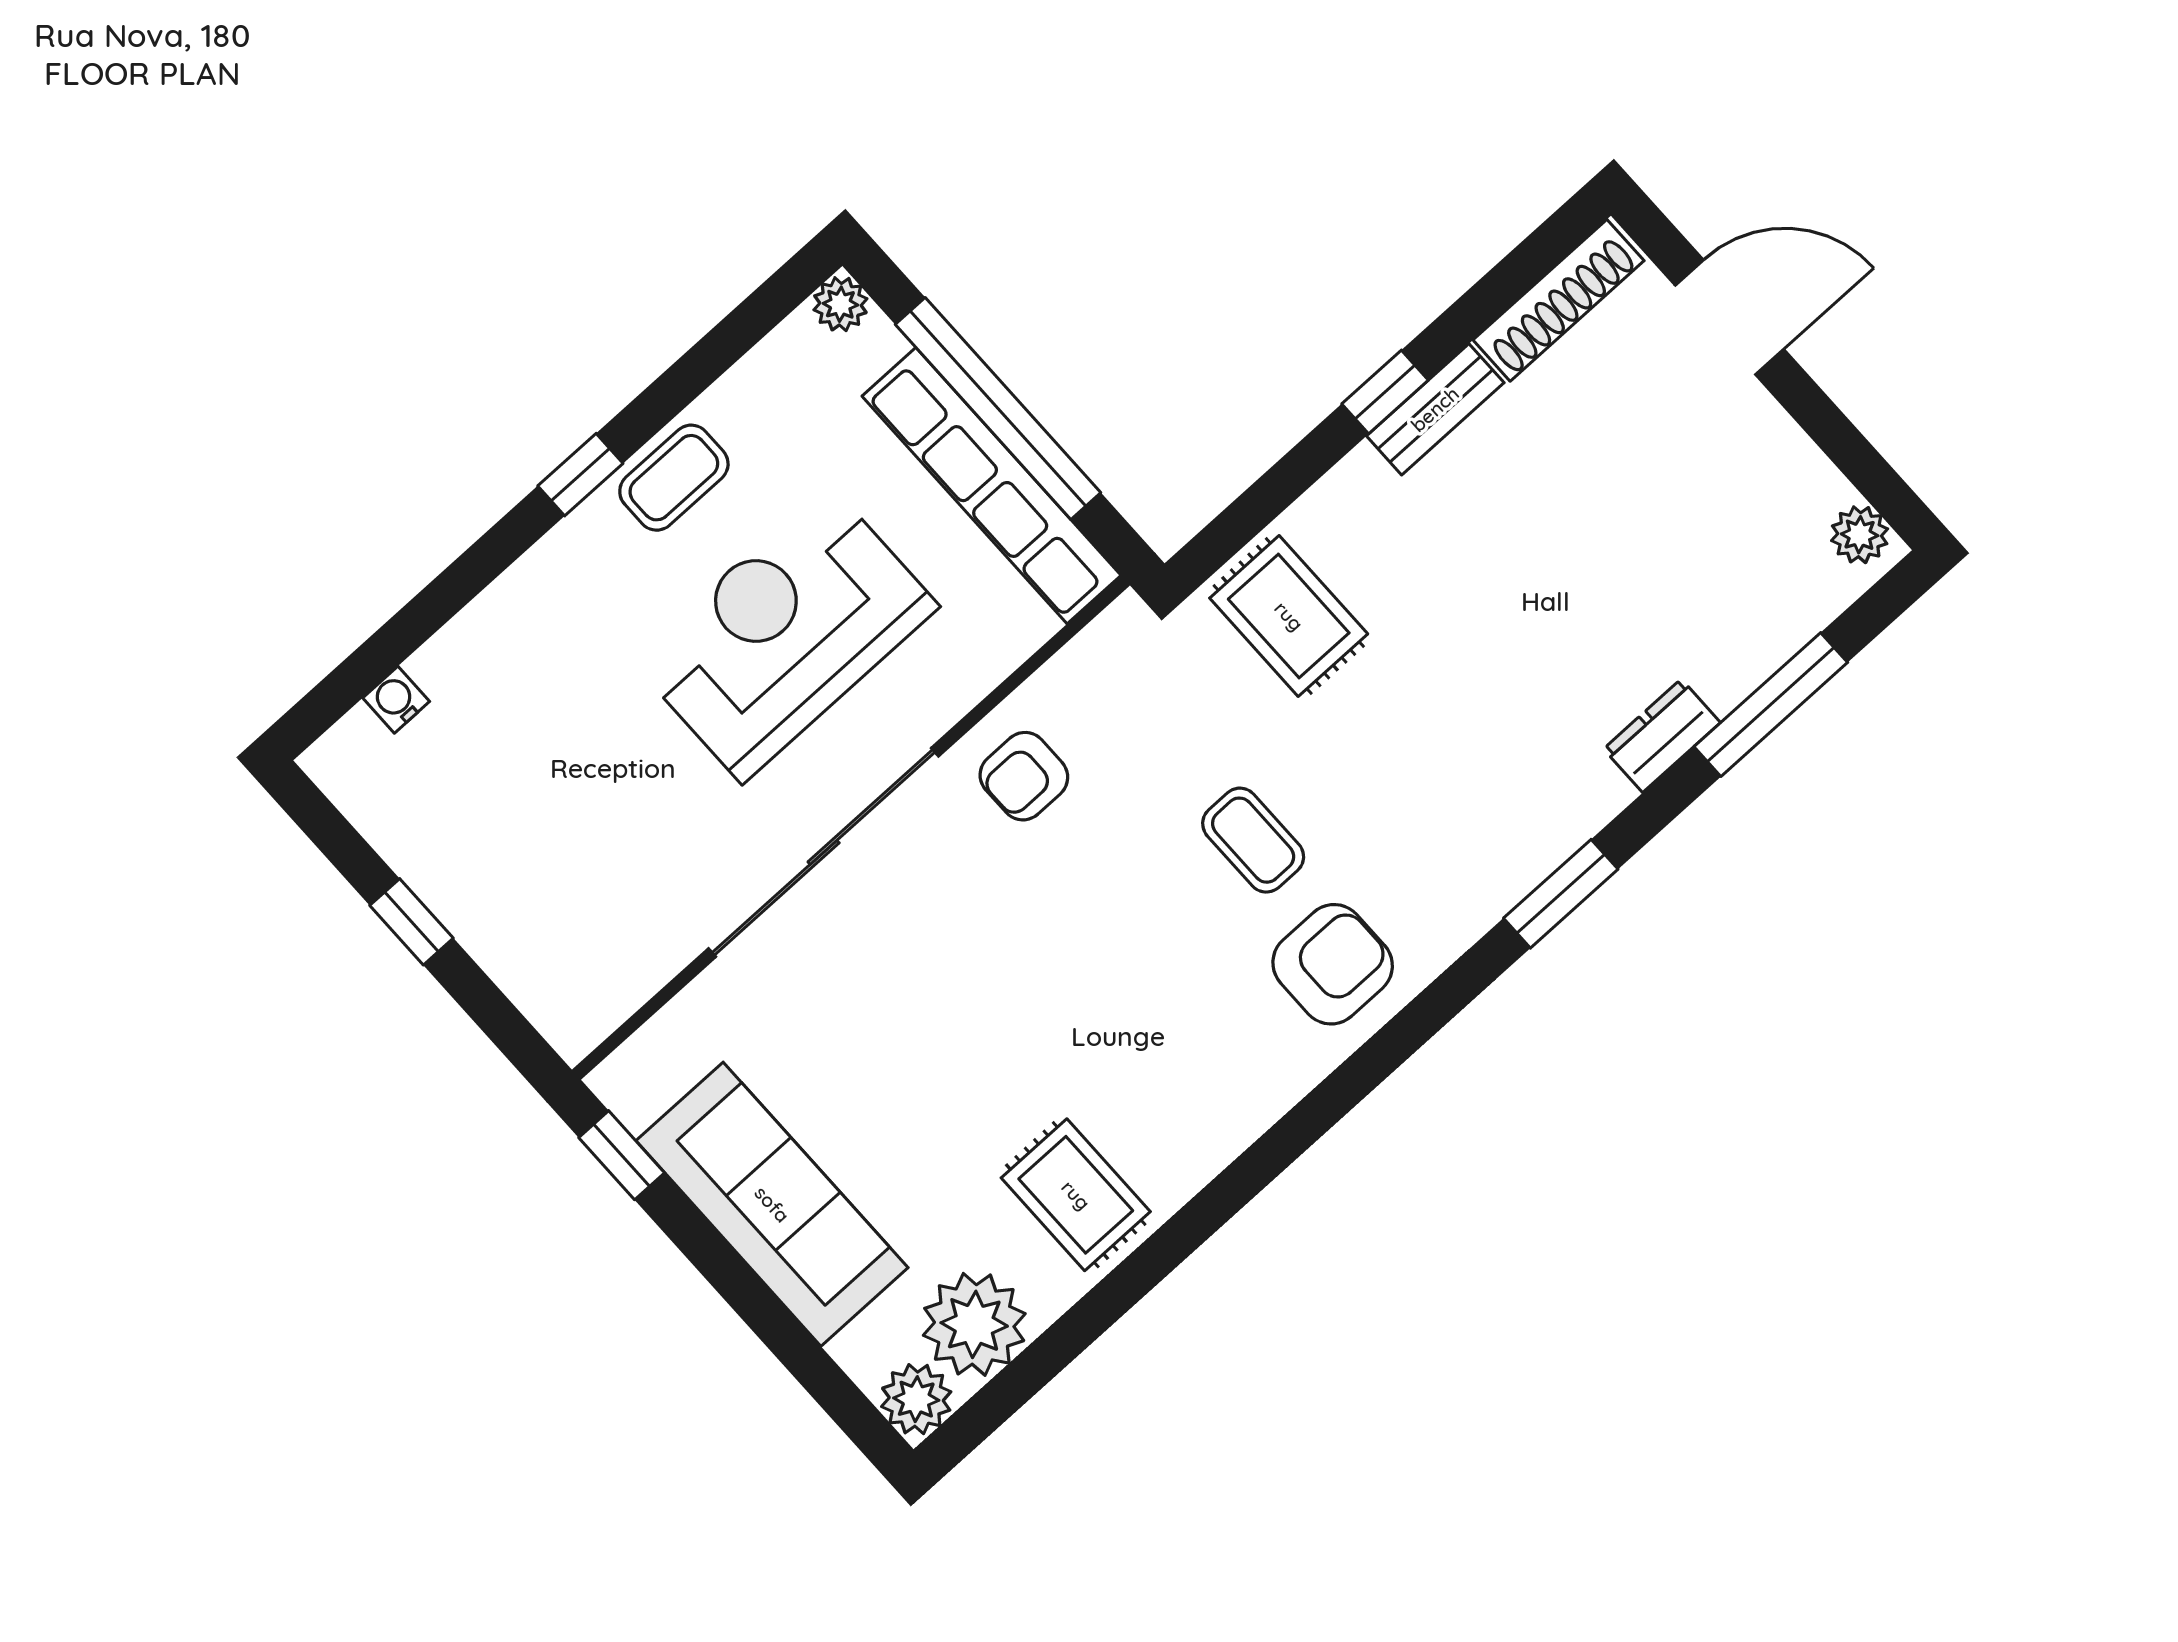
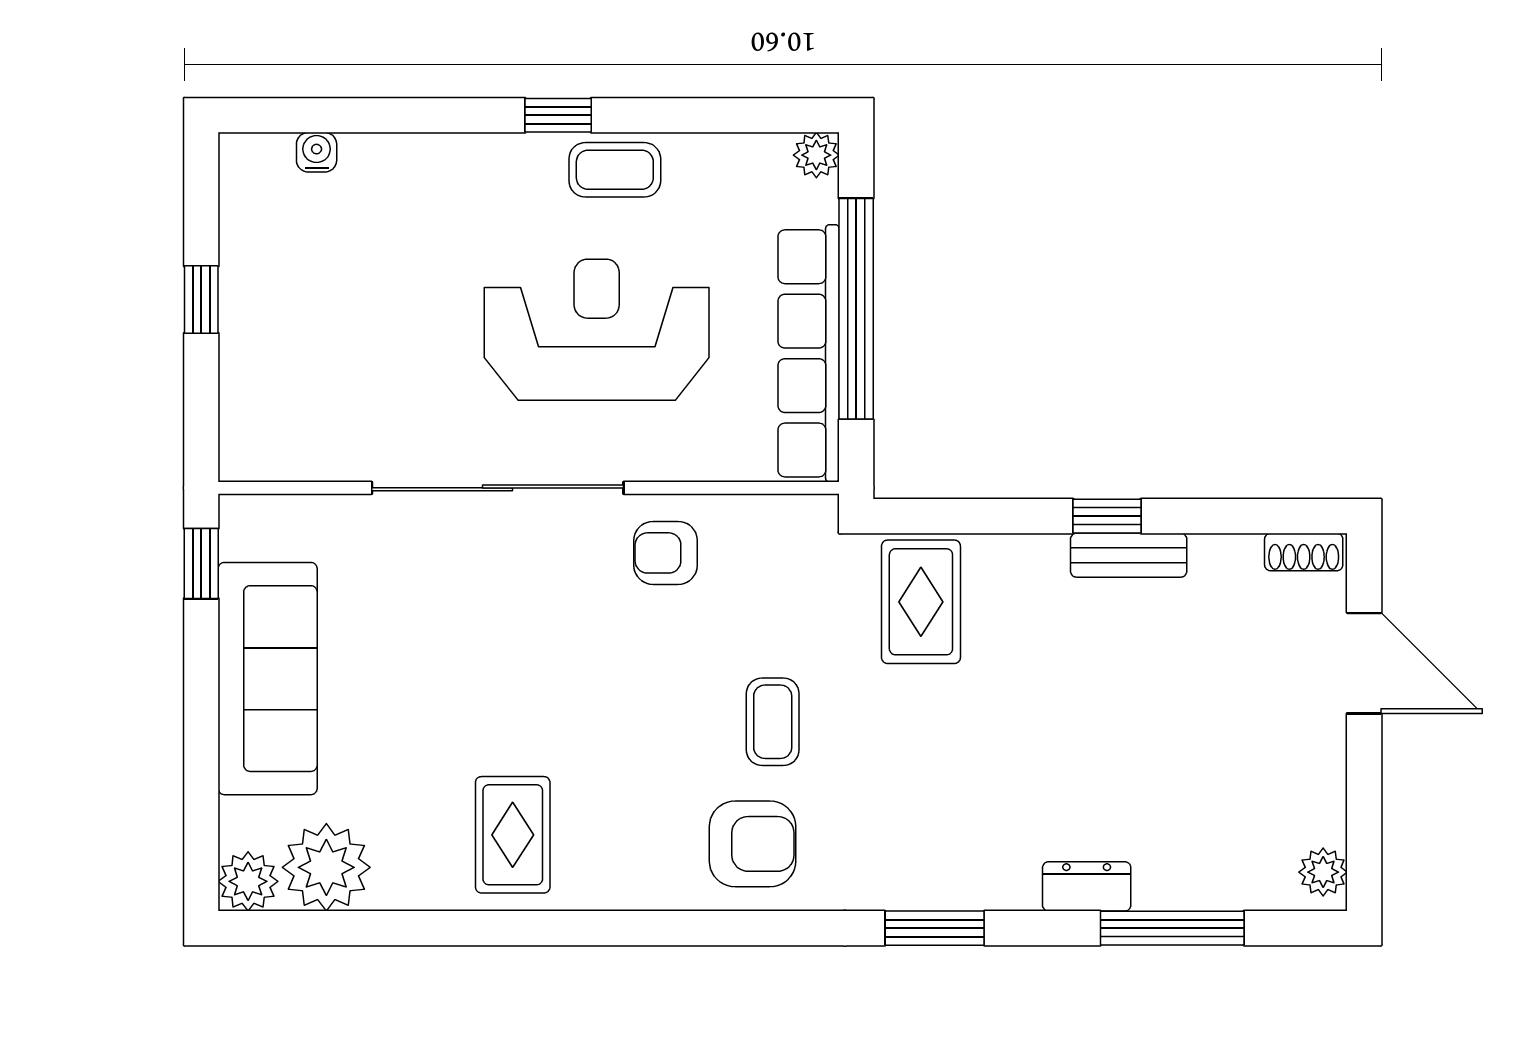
shoe rack: (1559, 300) -> (1304, 552), width x0.51, depth x0.81
rug: (1076, 1195) -> (513, 835), moved

